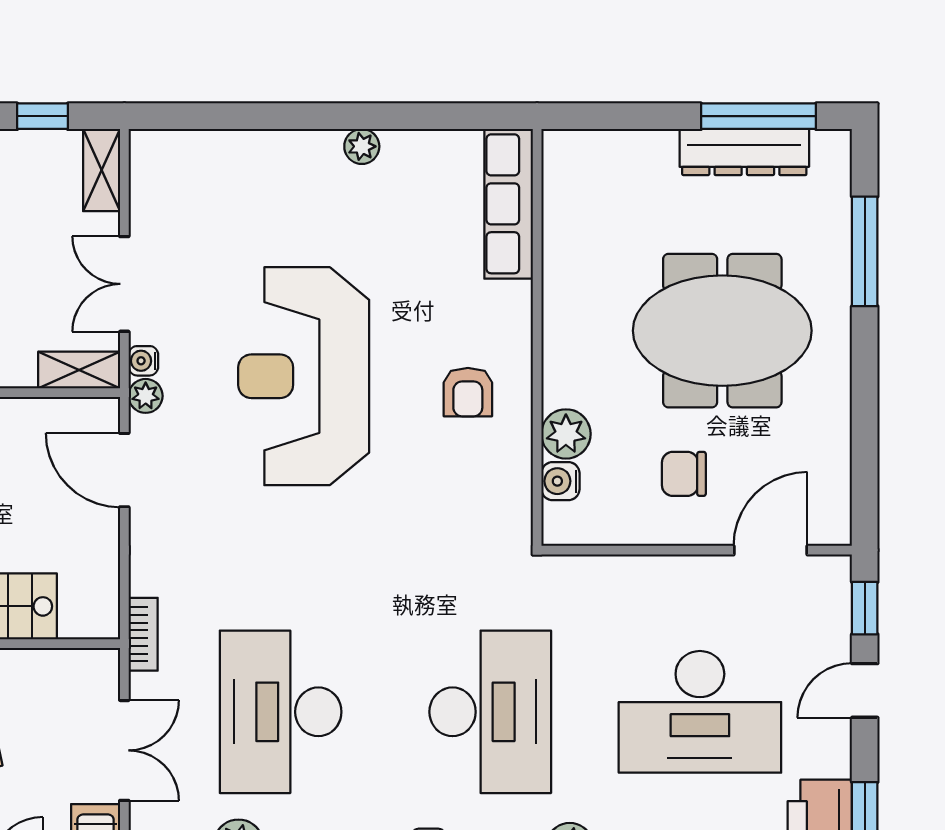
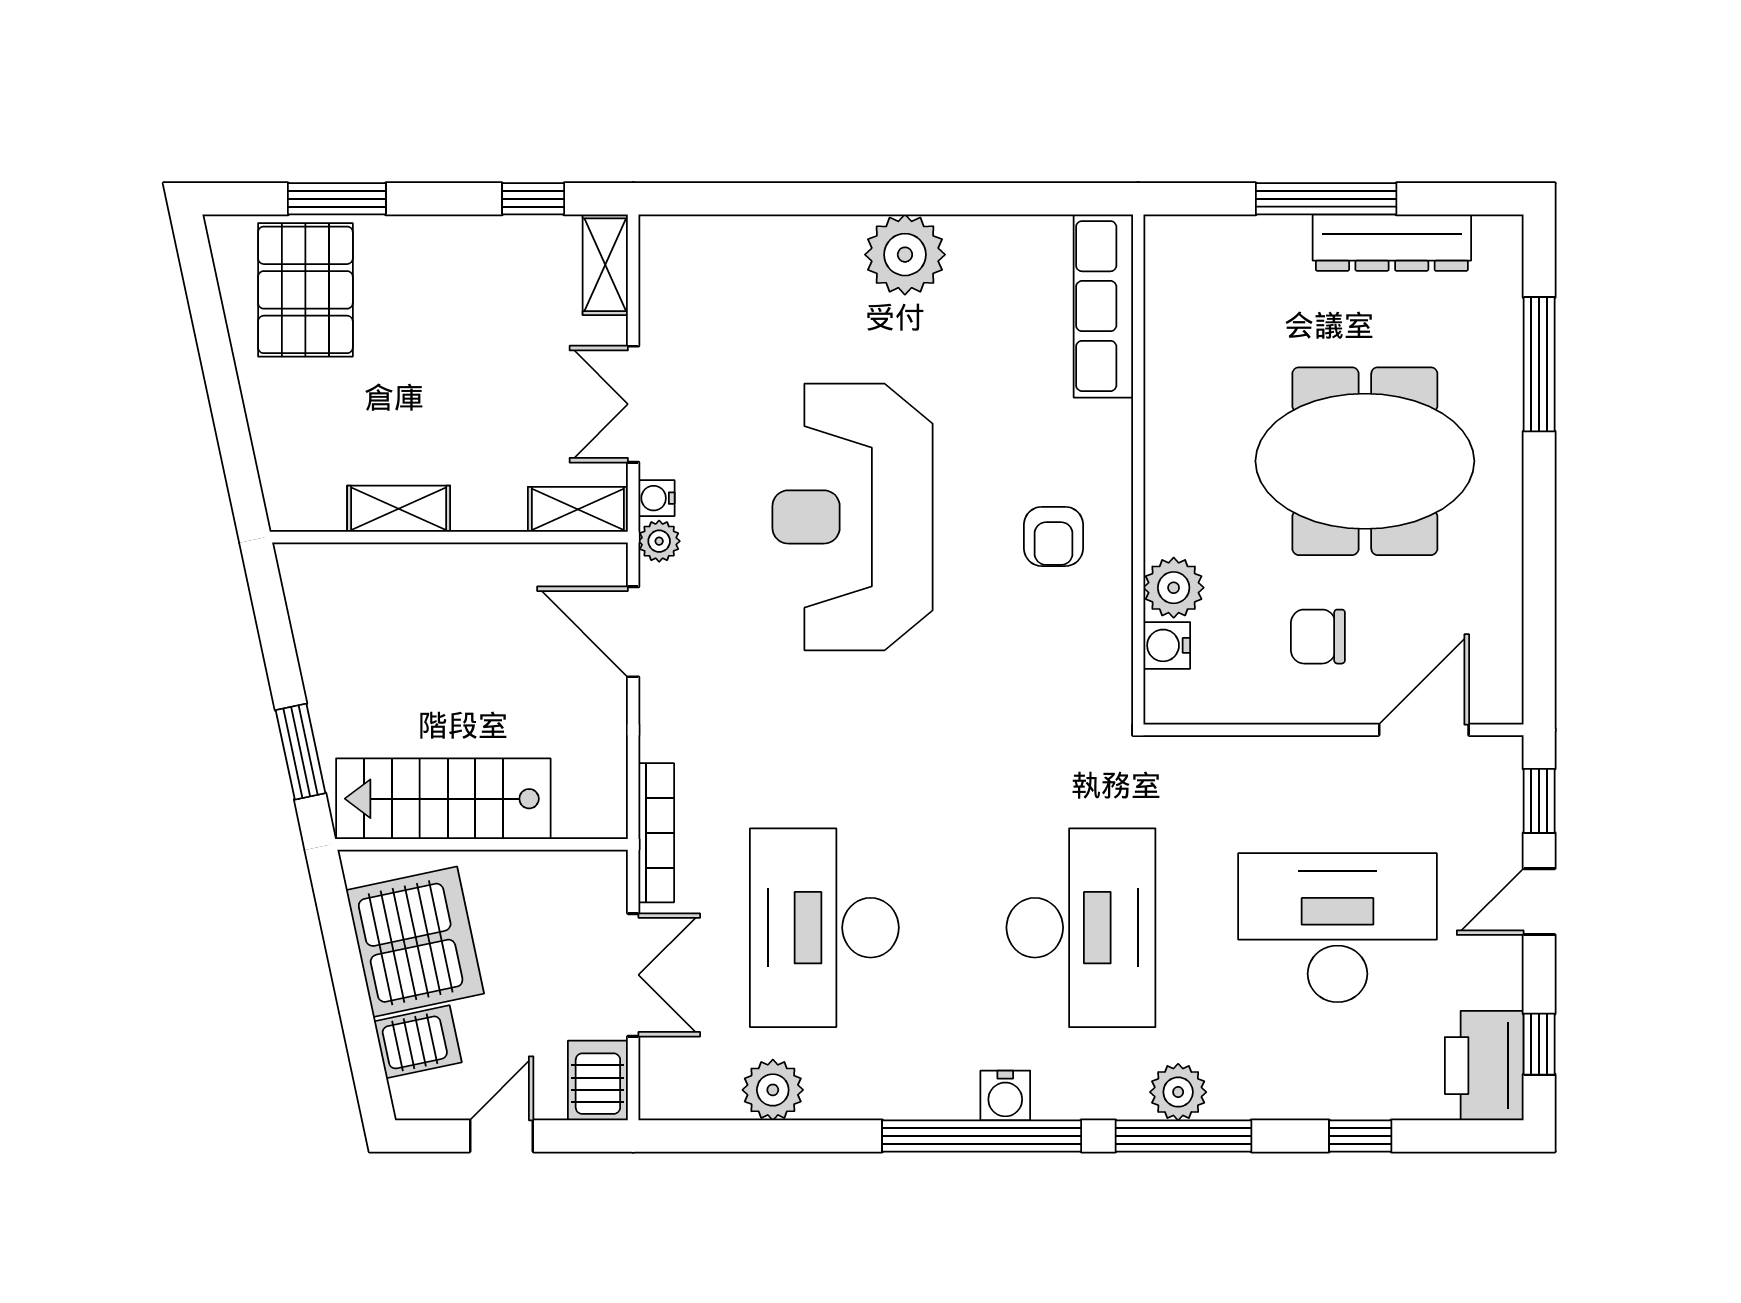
window: (759, 116) -> (1326, 199), moved
plant: (362, 146) -> (905, 255), width x1.88, depth x1.88
bookcase: (143, 634) -> (656, 833), width x1.56
desk: (700, 712) -> (1338, 928), turned 180

